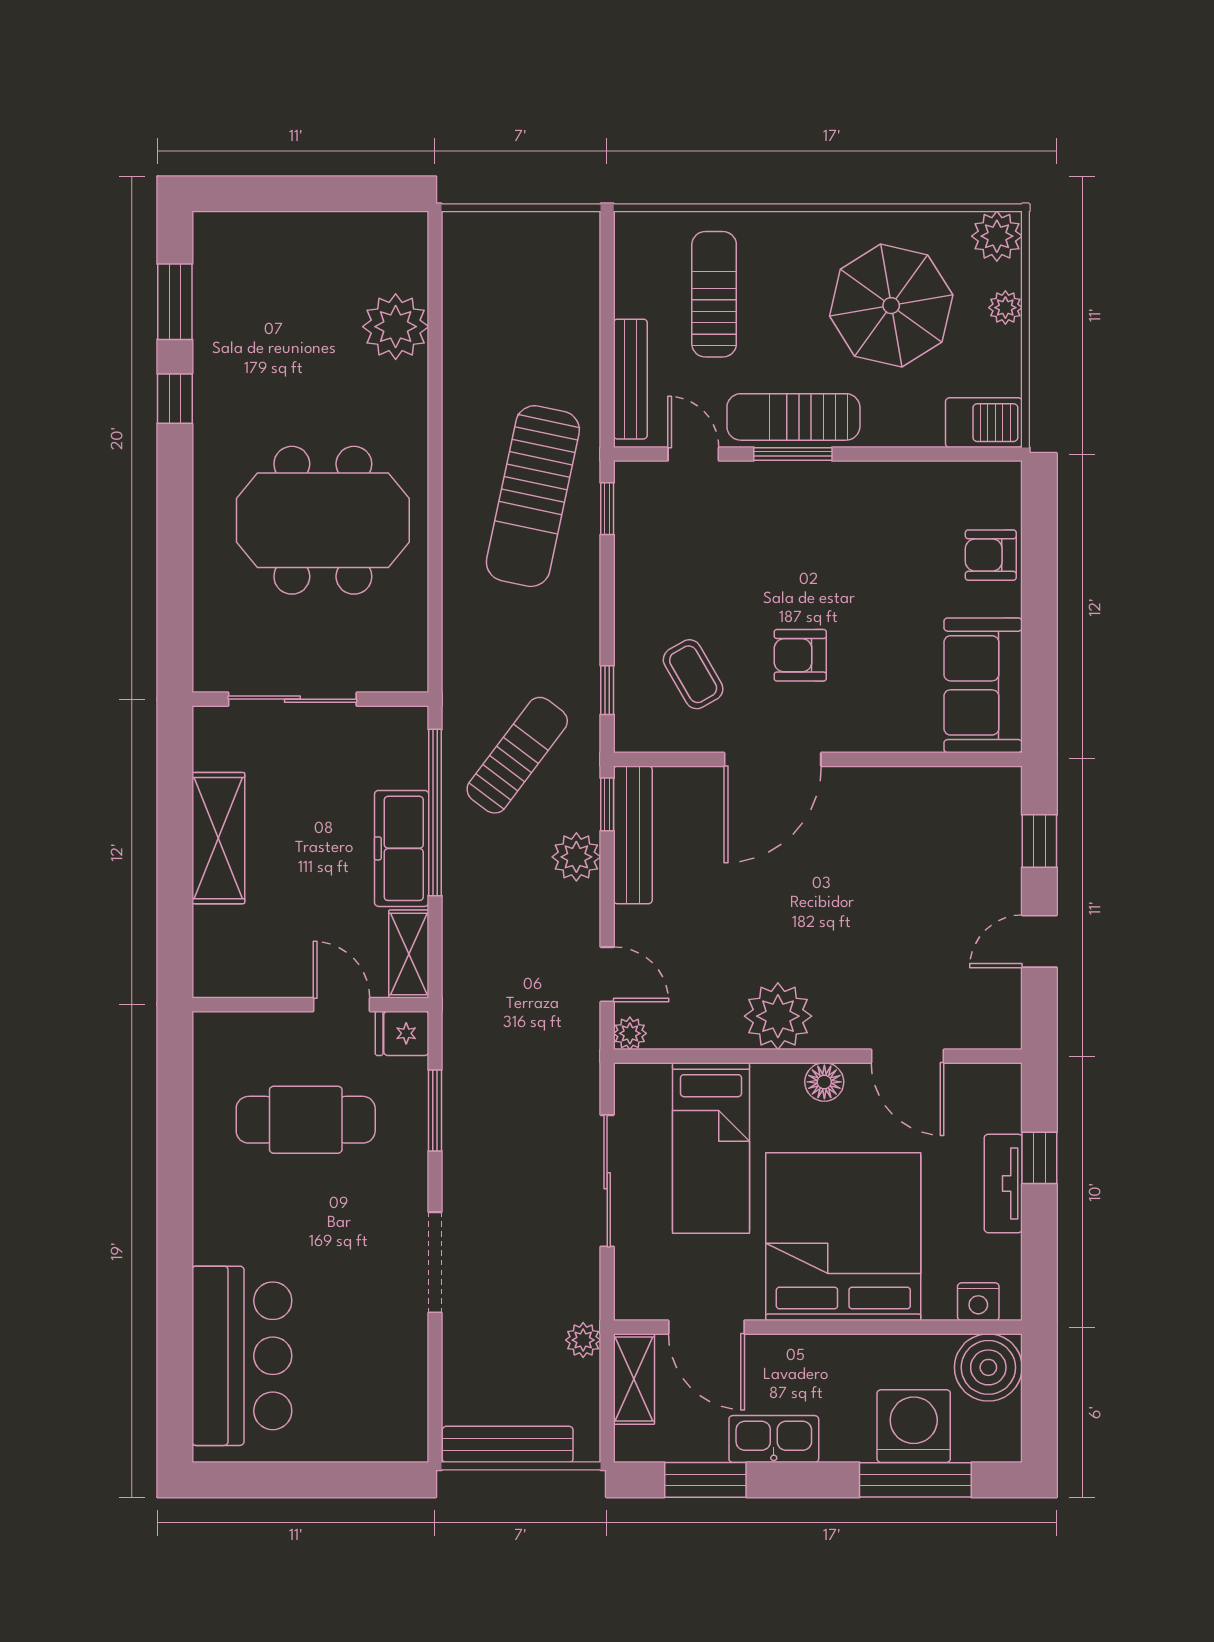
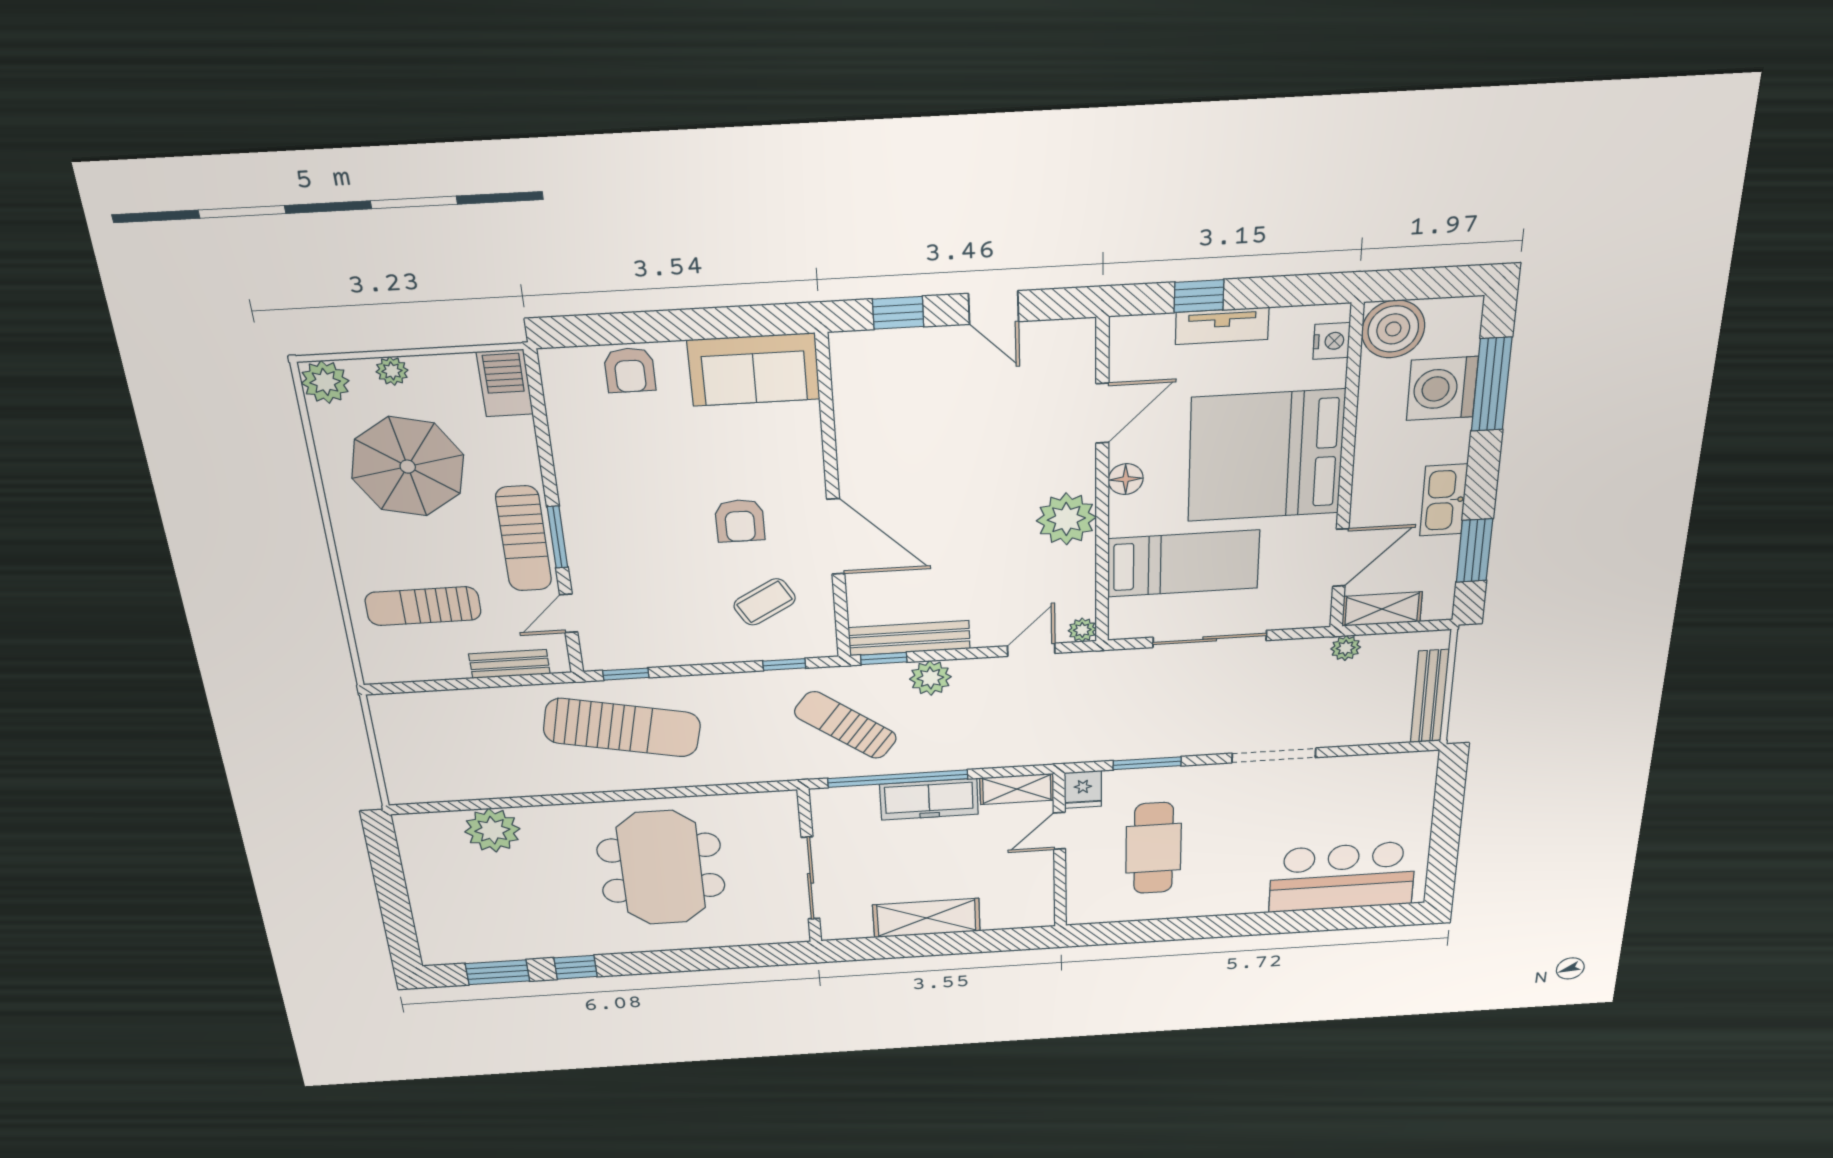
bench: (630, 379) -> (509, 664), width x0.73

